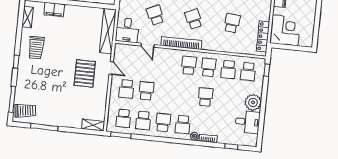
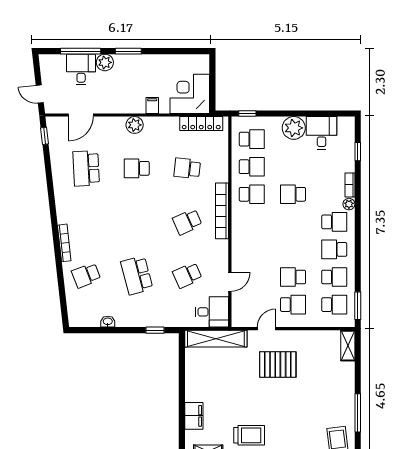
bookcase: (182, 43) -> (222, 211), moved
school desk: (189, 65) -> (252, 222), removed
school desk: (209, 67) -> (252, 194), turned 180

